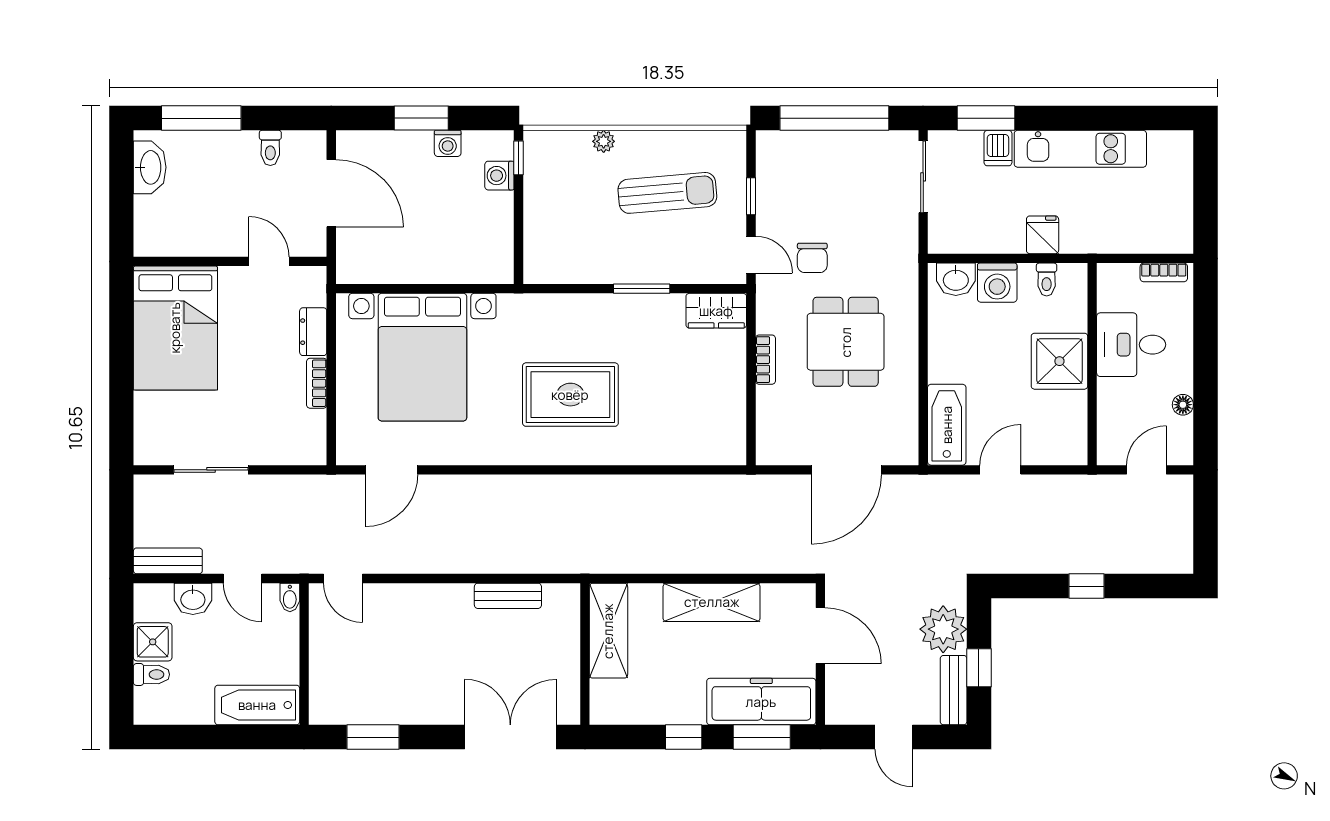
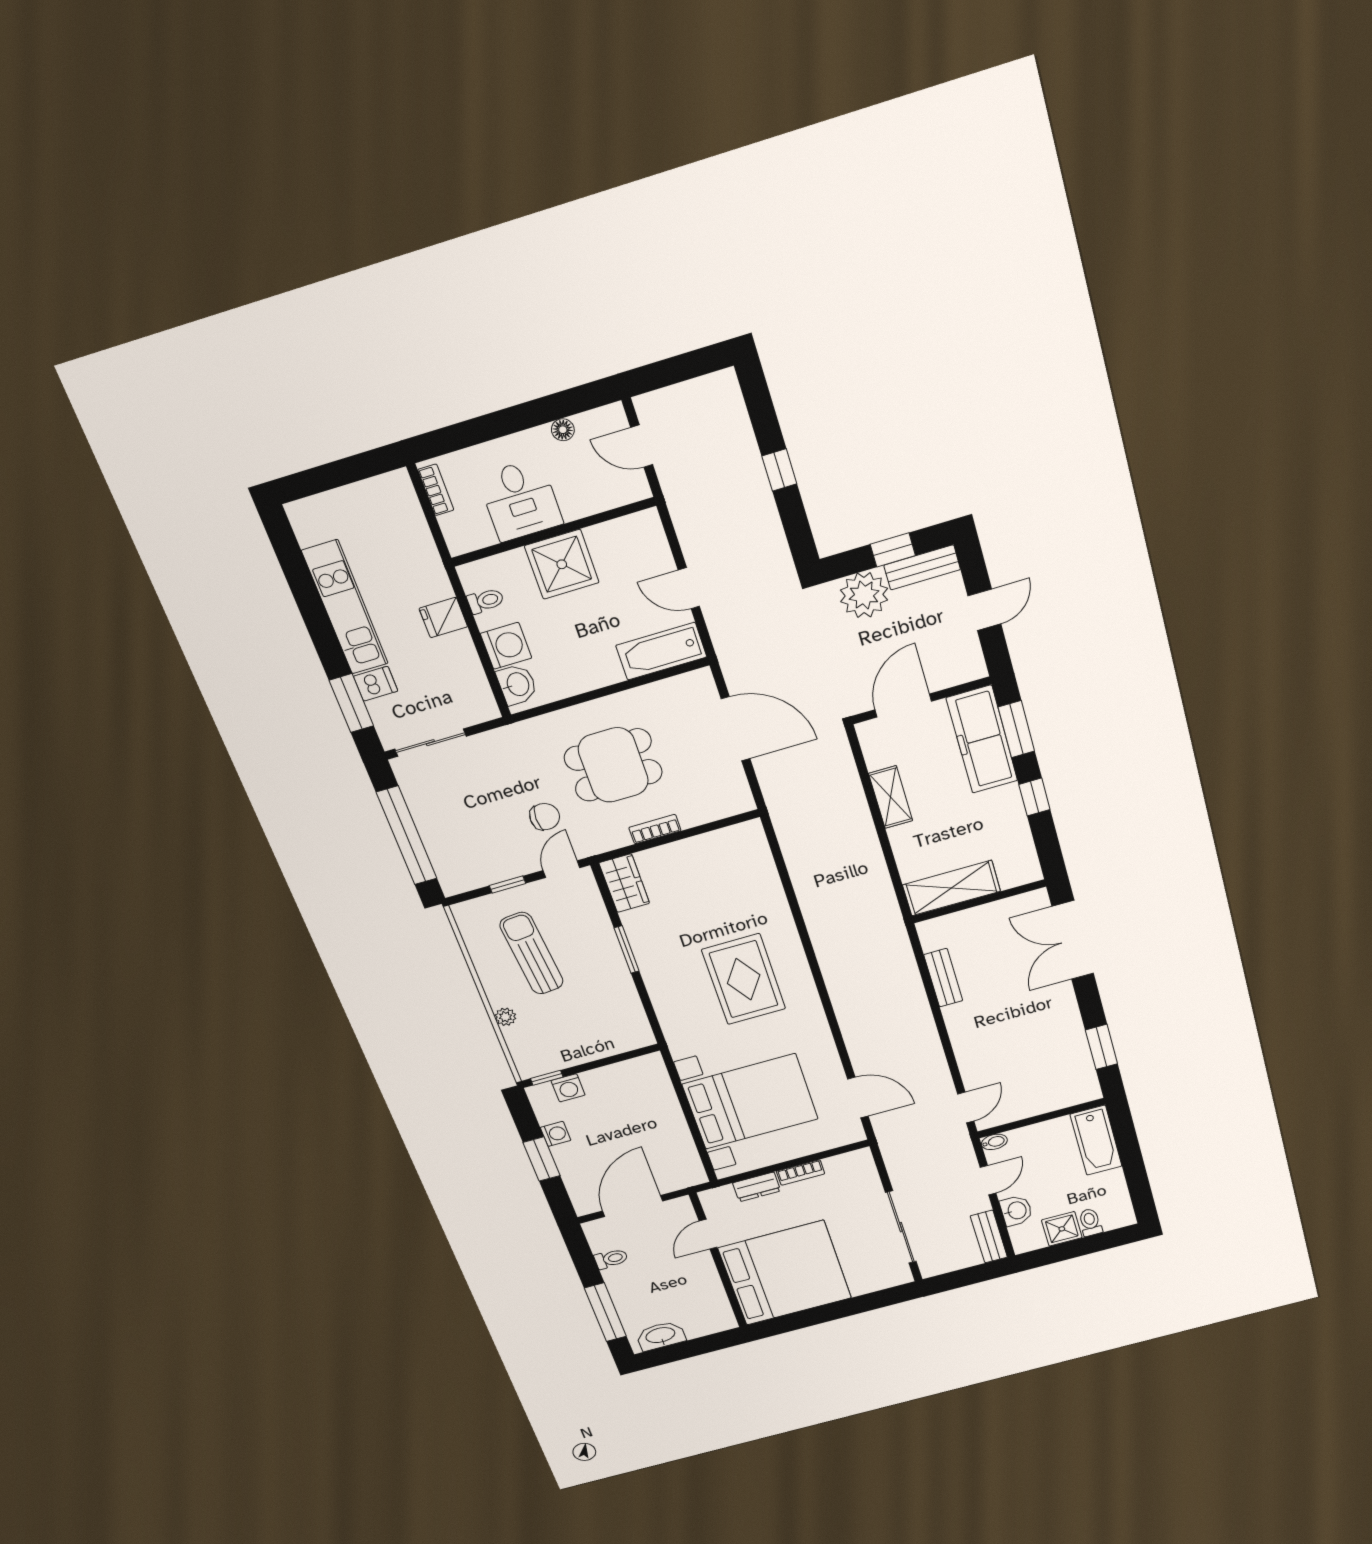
bed: (175, 328) -> (785, 1273), width x1.36
sliding door: (211, 470) -> (901, 1227), width x1.37
shelving: (712, 602) -> (891, 797), width x0.67, depth x0.75

